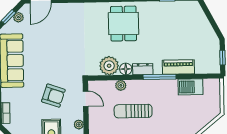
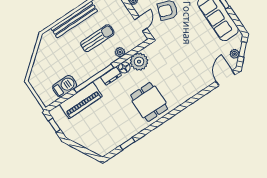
piano: (178, 67) -> (81, 100), width x1.37, depth x1.33
window: (160, 77) -> (94, 78), width x1.46
door: (86, 99) -> (141, 24), swing flipped

